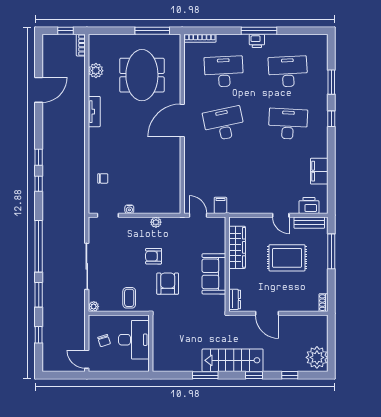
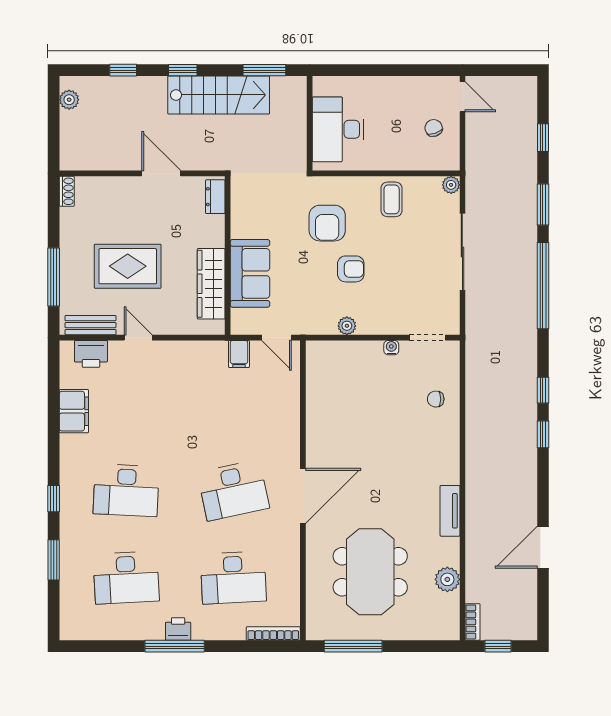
sofa: (214, 274) -> (250, 273), moved
desk: (134, 340) -> (338, 129), moved
wall: (151, 343) -> (310, 123), moved
plant: (317, 357) -> (69, 100), width x0.53, depth x0.53

